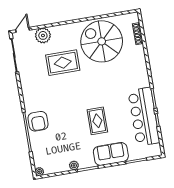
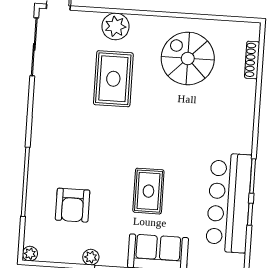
plant: (43, 35) -> (115, 26), moved
spiral stairs: (102, 41) -> (188, 58), width x0.73, depth x0.73
rug: (63, 63) -> (113, 79), turned 90
armchair: (38, 121) -> (73, 205), moved

